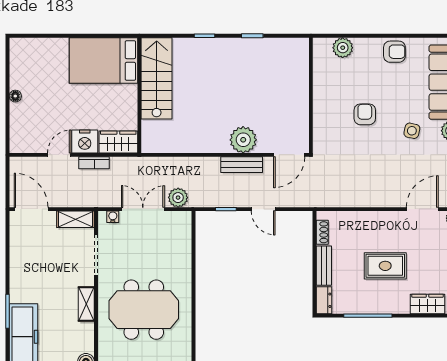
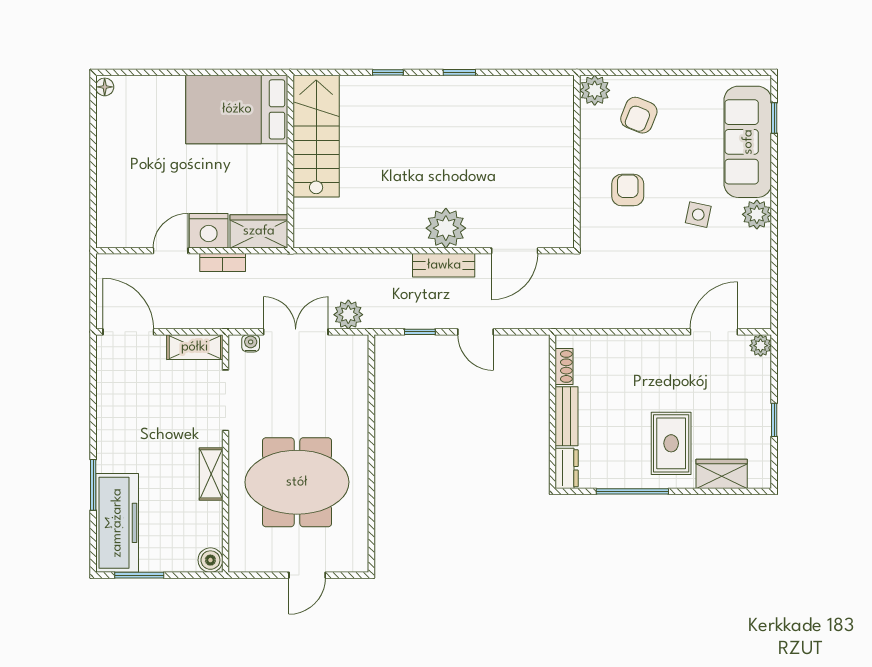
armchair: (394, 52) -> (639, 115), moved, turned 112
wall: (311, 95) -> (577, 162), moved
floor lamp: (15, 96) -> (105, 87), moved
rug: (385, 266) -> (671, 443), moved, turned 90

